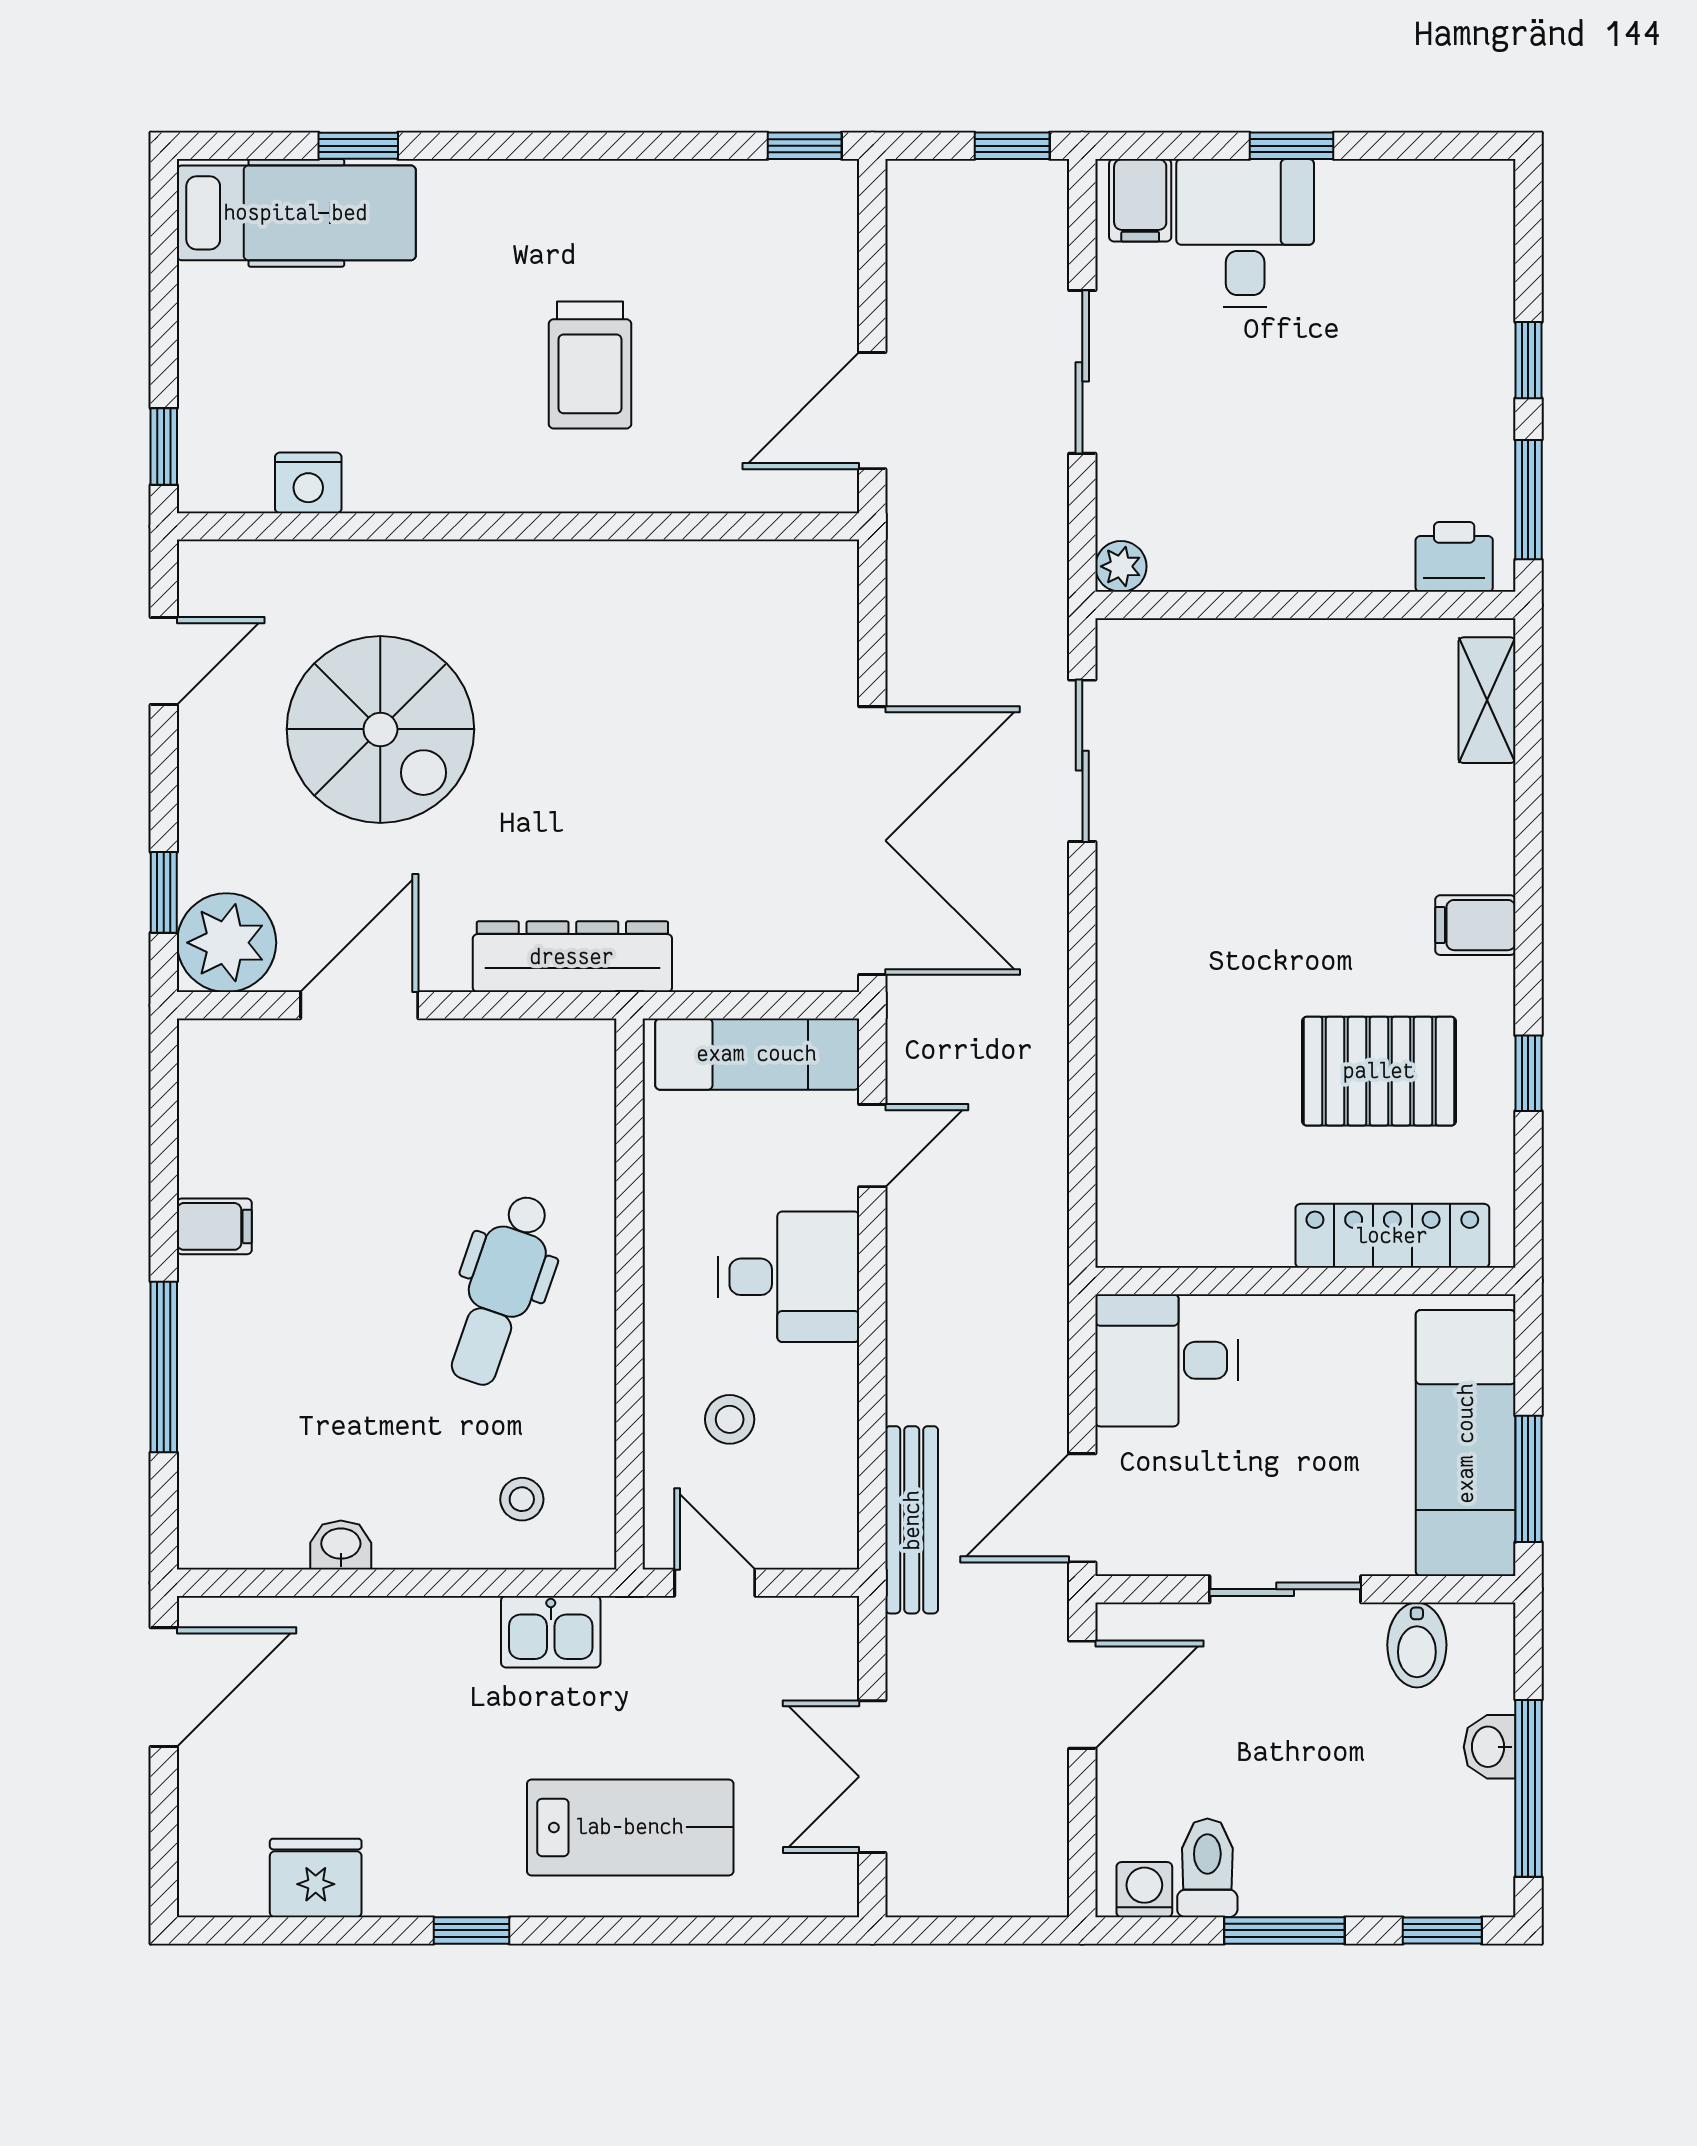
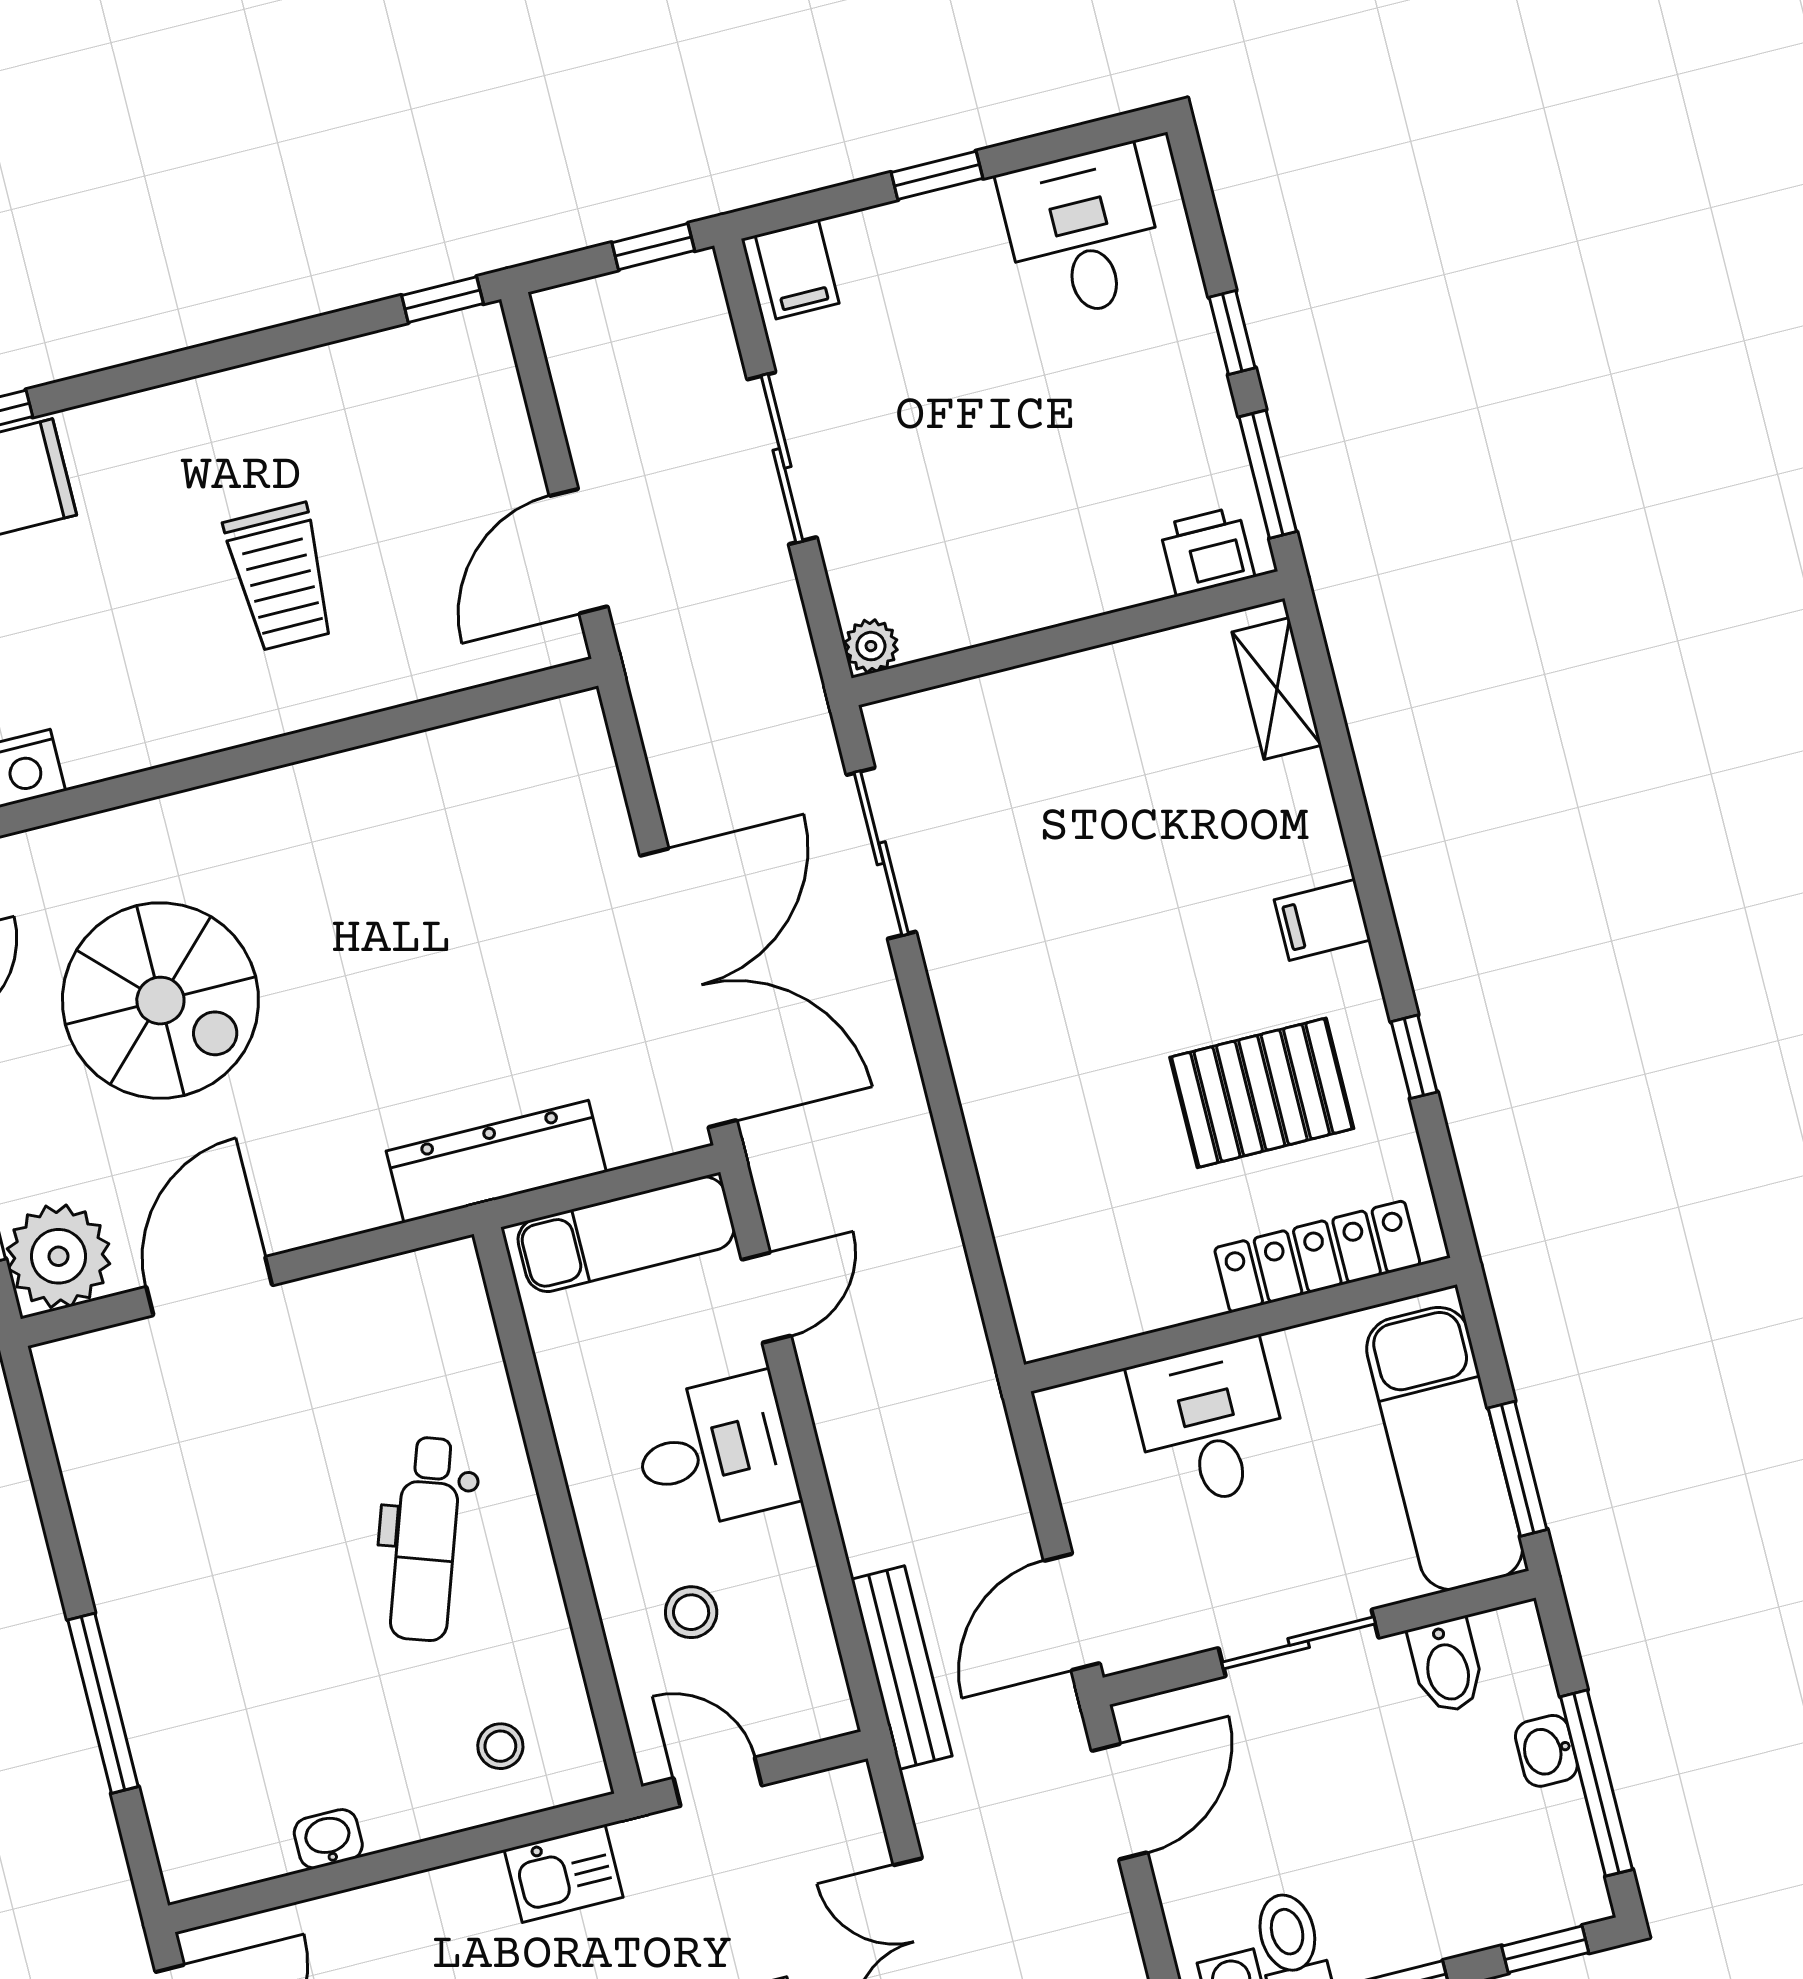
desk: (1245, 233) -> (1082, 233), moved
dresser: (572, 957) -> (496, 1162), moved
filing cabinet: (214, 1226) -> (118, 1548), removed
desk: (1167, 1360) -> (1210, 1424), moved, turned 90

